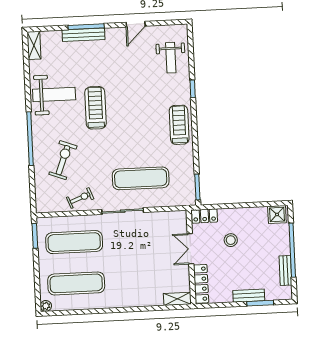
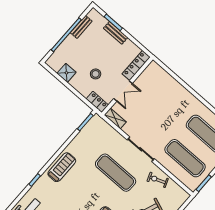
treadmill: (179, 125) -> (62, 167), turned 180
exercise mat: (141, 178) -> (116, 173), moved
shower: (277, 214) -> (66, 73), moved
shelving: (177, 299) -> (115, 118), moved

